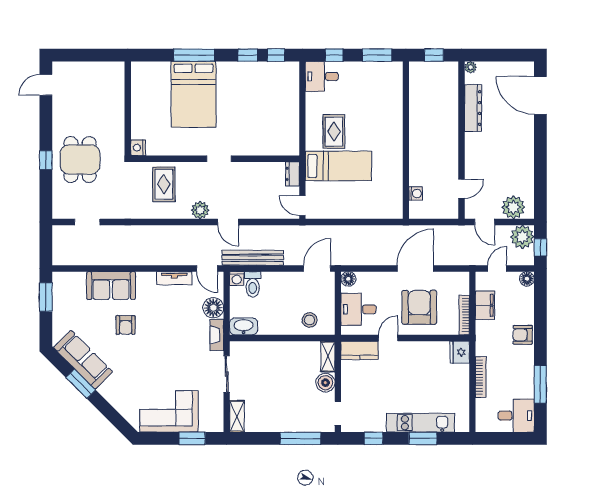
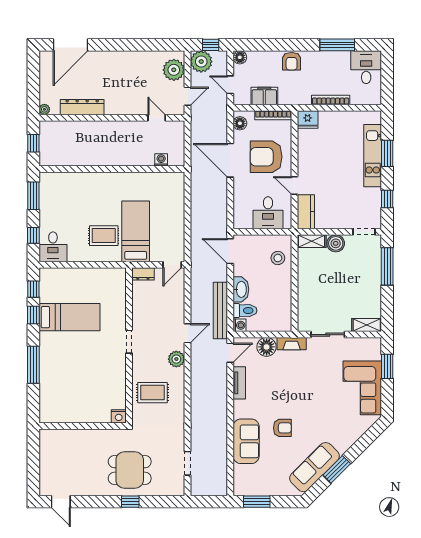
bed: (194, 94) -> (69, 317), moved, width x0.67
floor lamp: (348, 279) -> (240, 123), moved
washbasin: (244, 326) -> (241, 289), moved, turned 180

